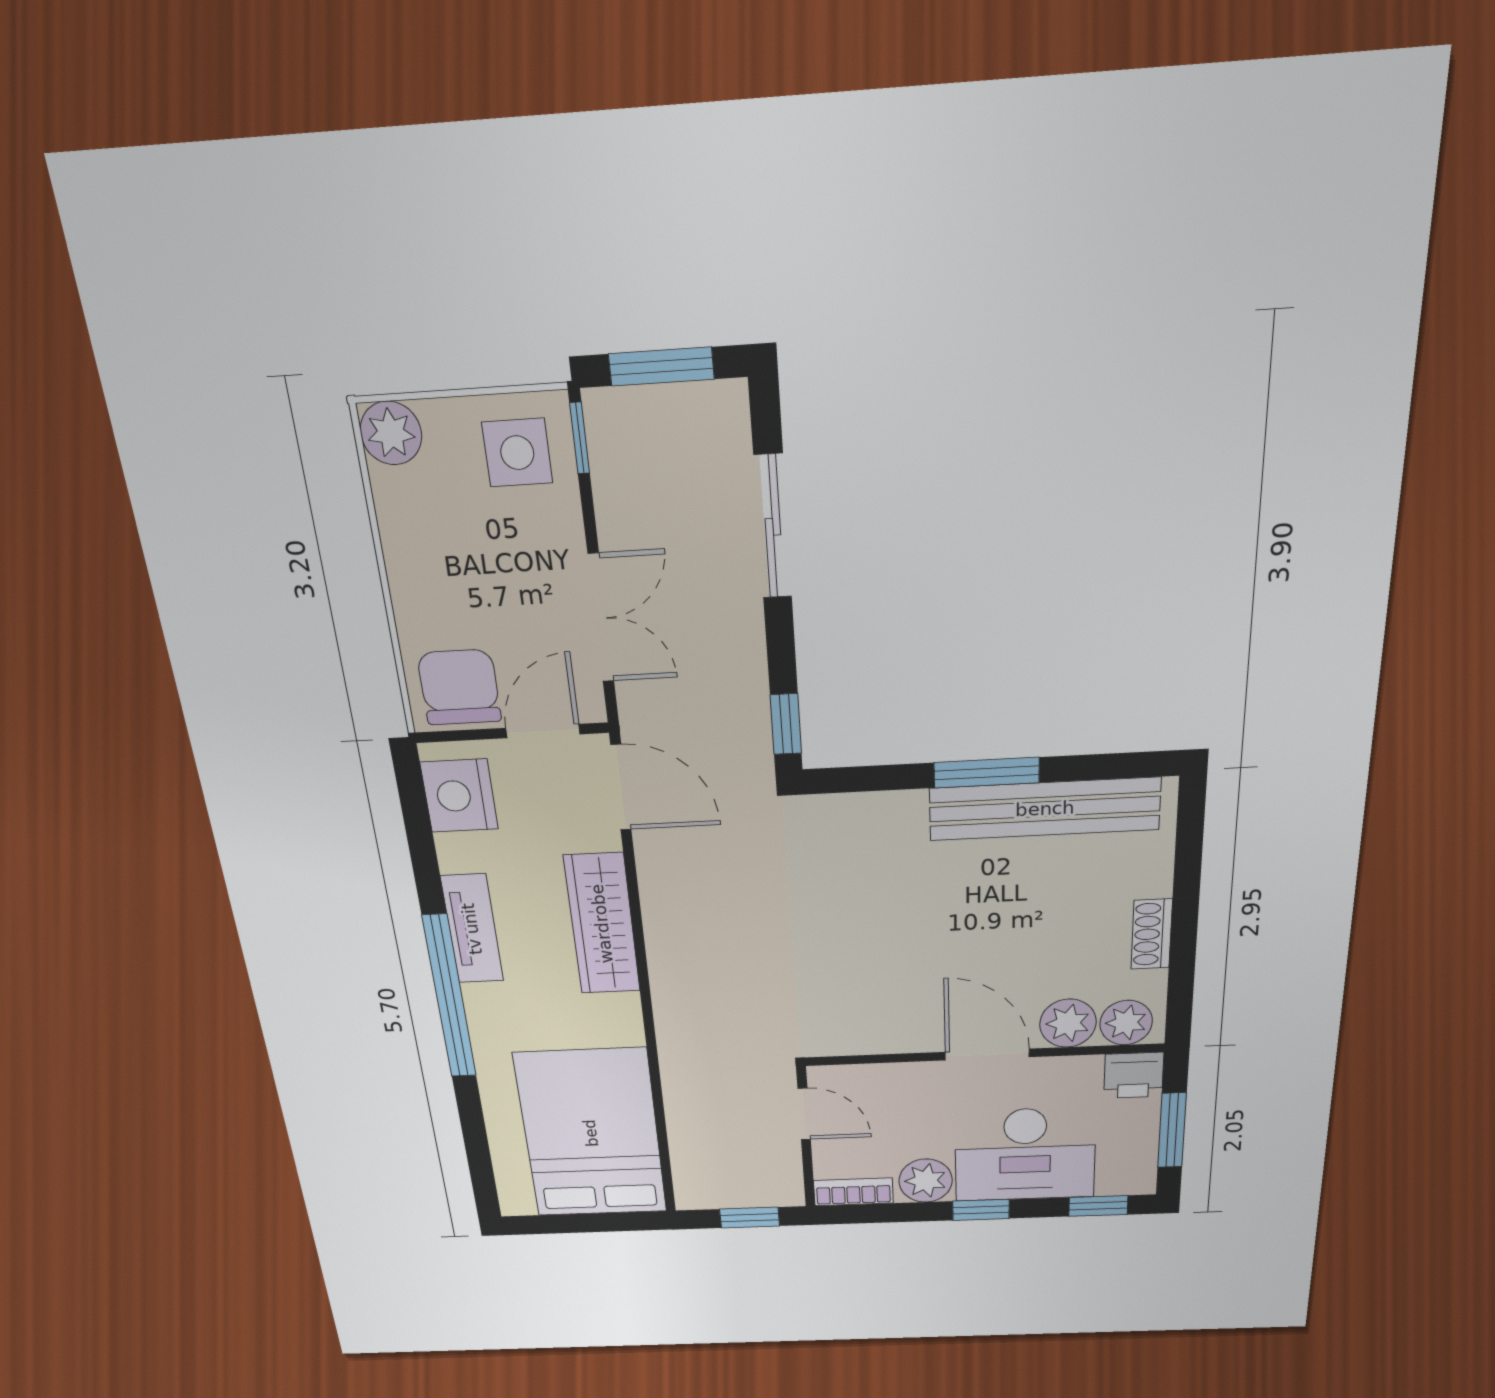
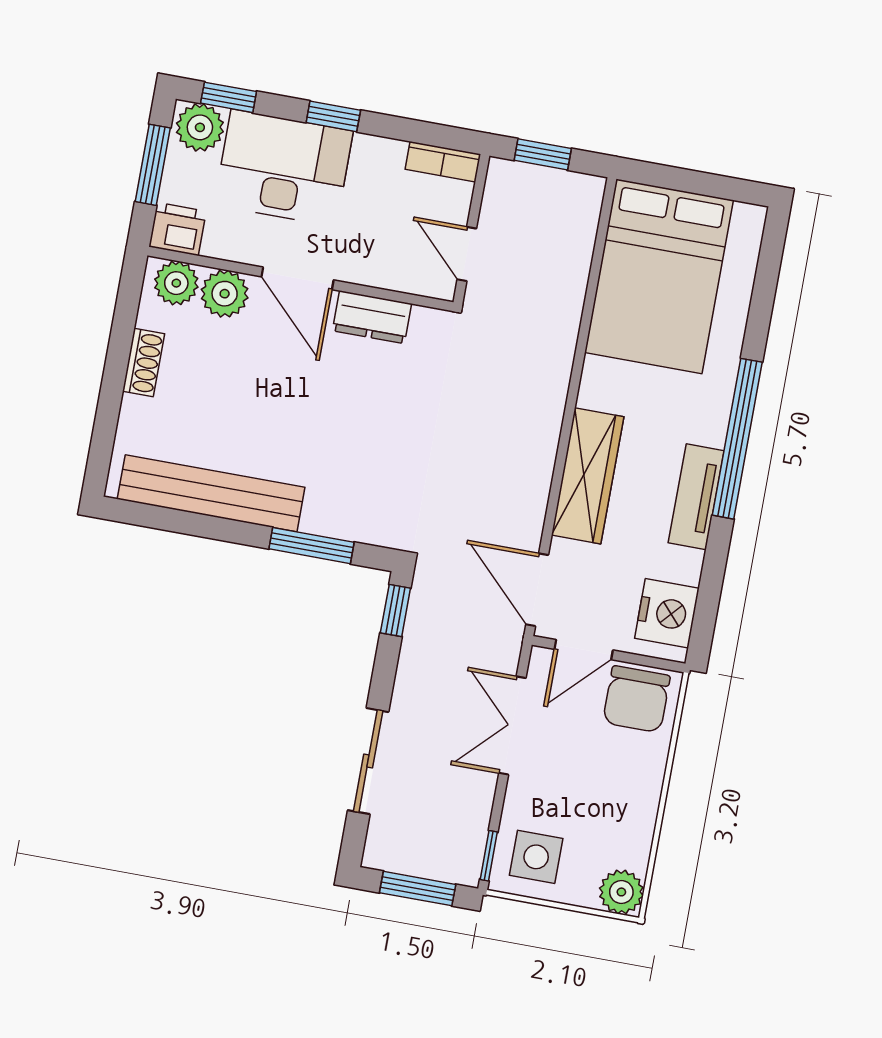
window: (987, 773) -> (312, 546), moved
dresser: (894, 1034) -> (372, 317), added
plant: (926, 1181) -> (200, 127), moved

